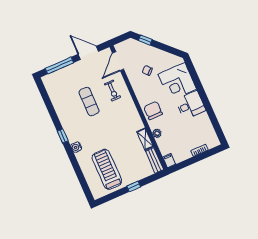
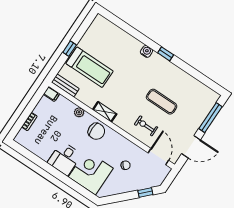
shelving: (145, 139) -> (105, 112), moved
treadmill: (107, 169) -> (90, 67), moved

